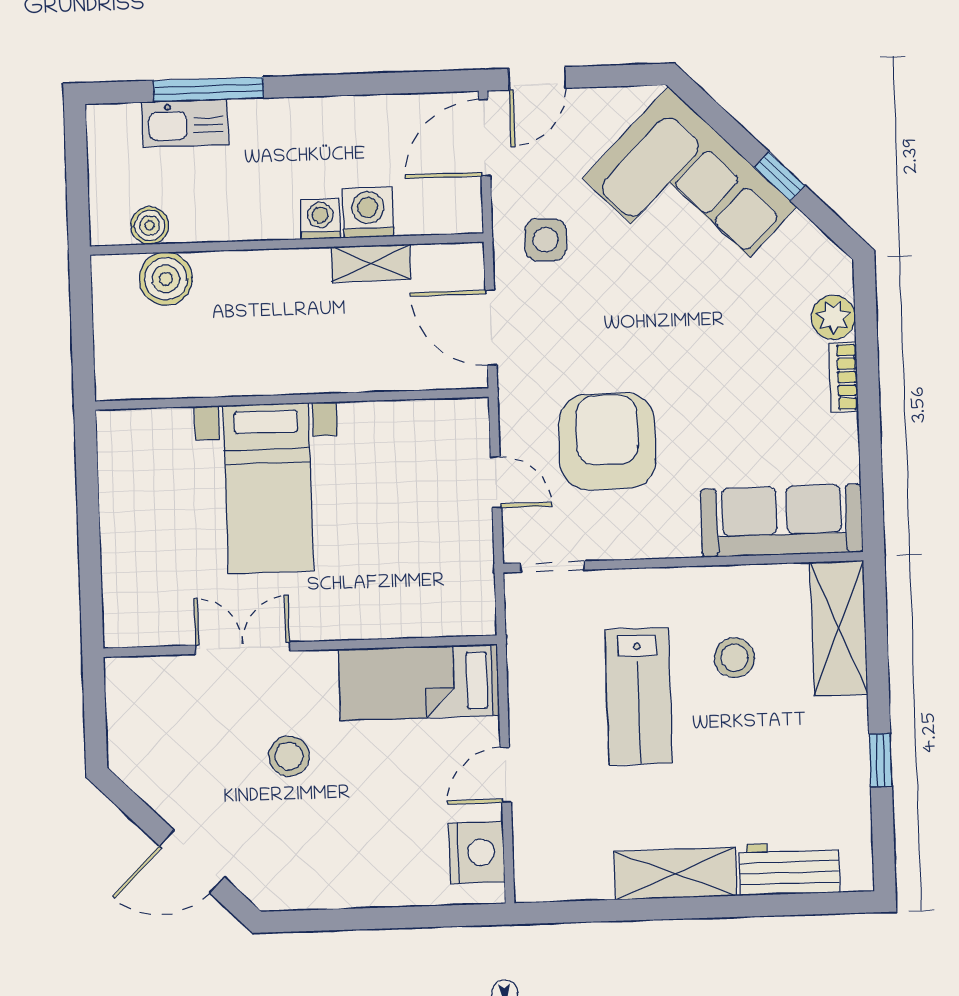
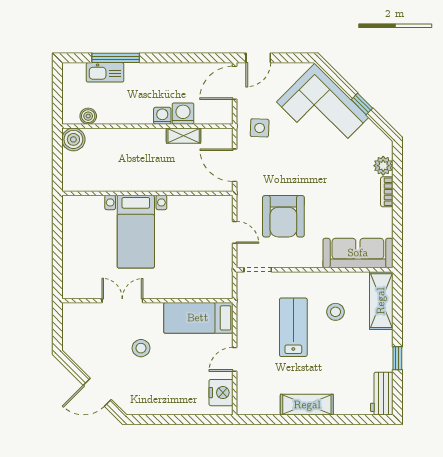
boiler: (166, 279) -> (73, 139), moved
armchair: (607, 441) -> (283, 216), turned 180
lab bench: (639, 696) -> (293, 327), turned 180
workbench: (789, 869) -> (382, 394), moved, turned -90

